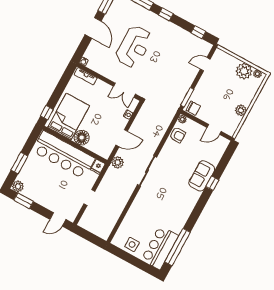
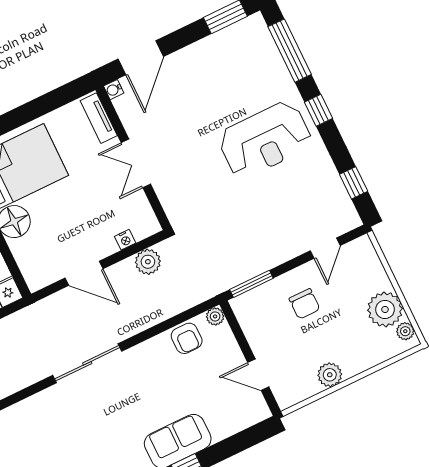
door: (93, 28) -> (141, 58), moved
reception desk: (134, 47) -> (265, 140), moved
door: (205, 64) -> (325, 248), swing flipped
double door: (124, 90) -> (136, 163), moved
chair: (193, 108) -> (305, 304), moved
plant: (118, 162) -> (148, 262), moved

